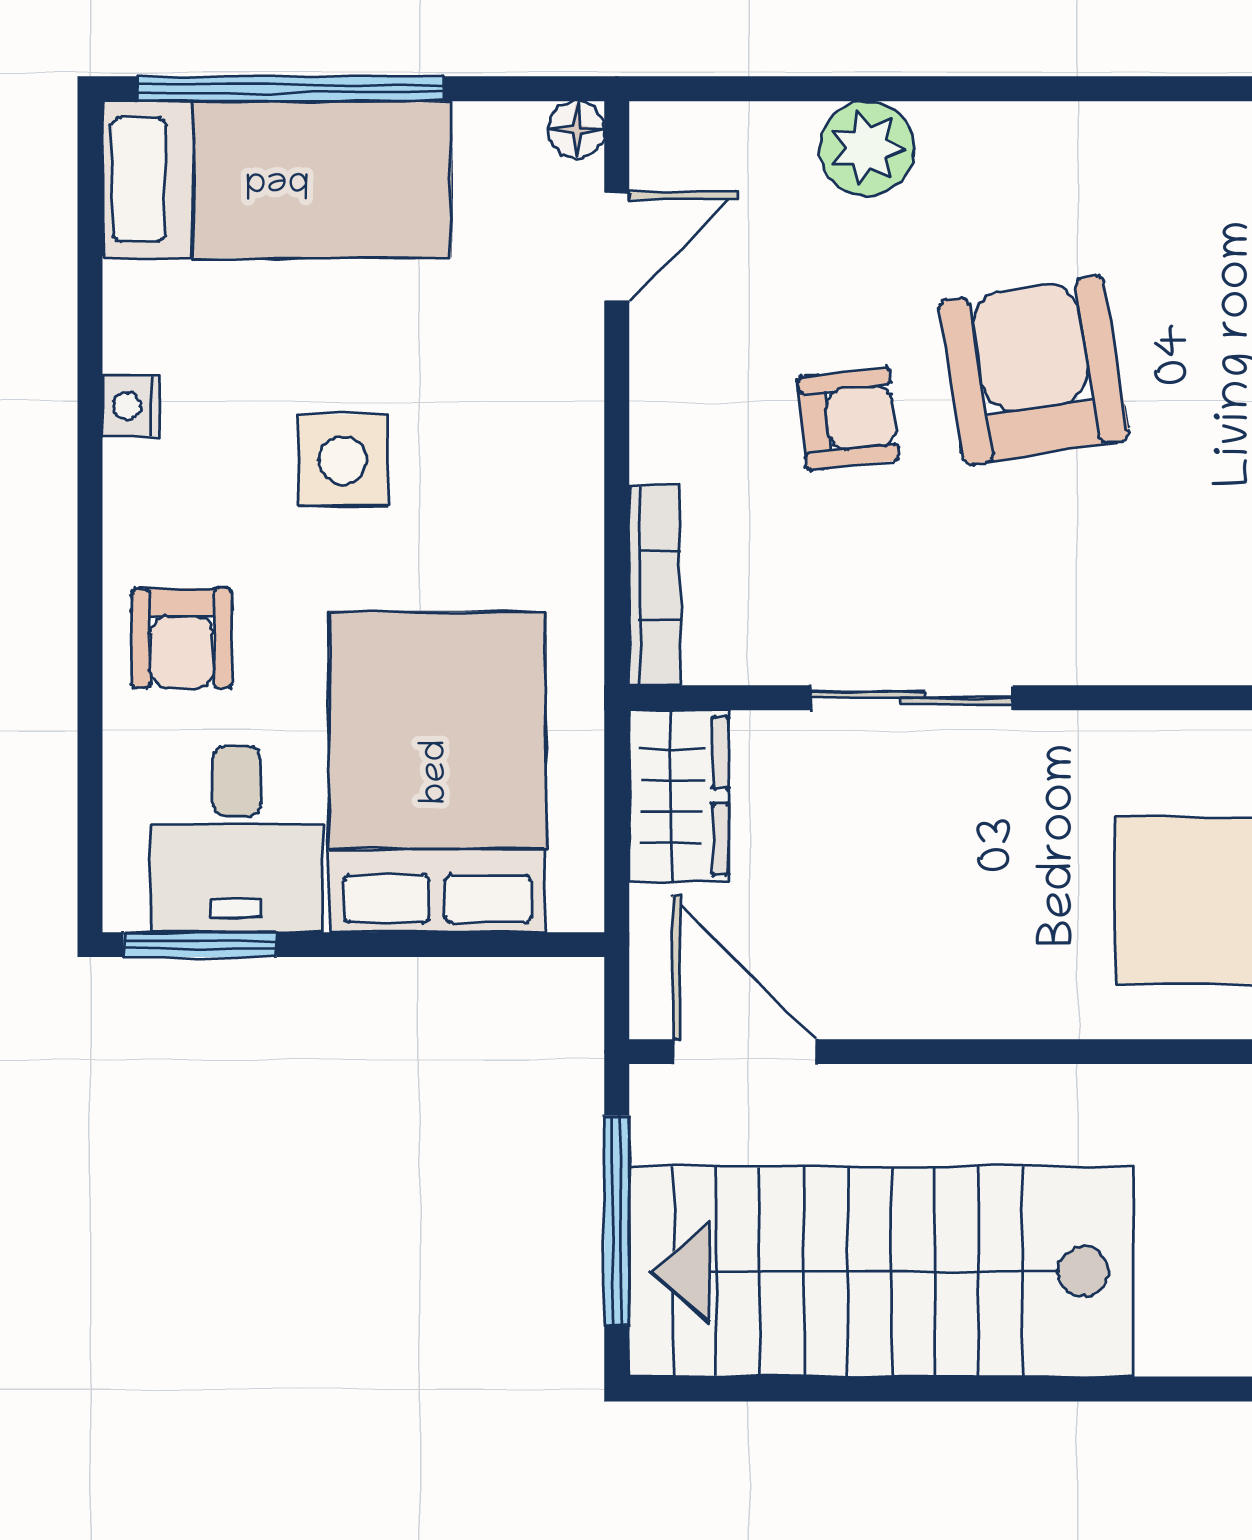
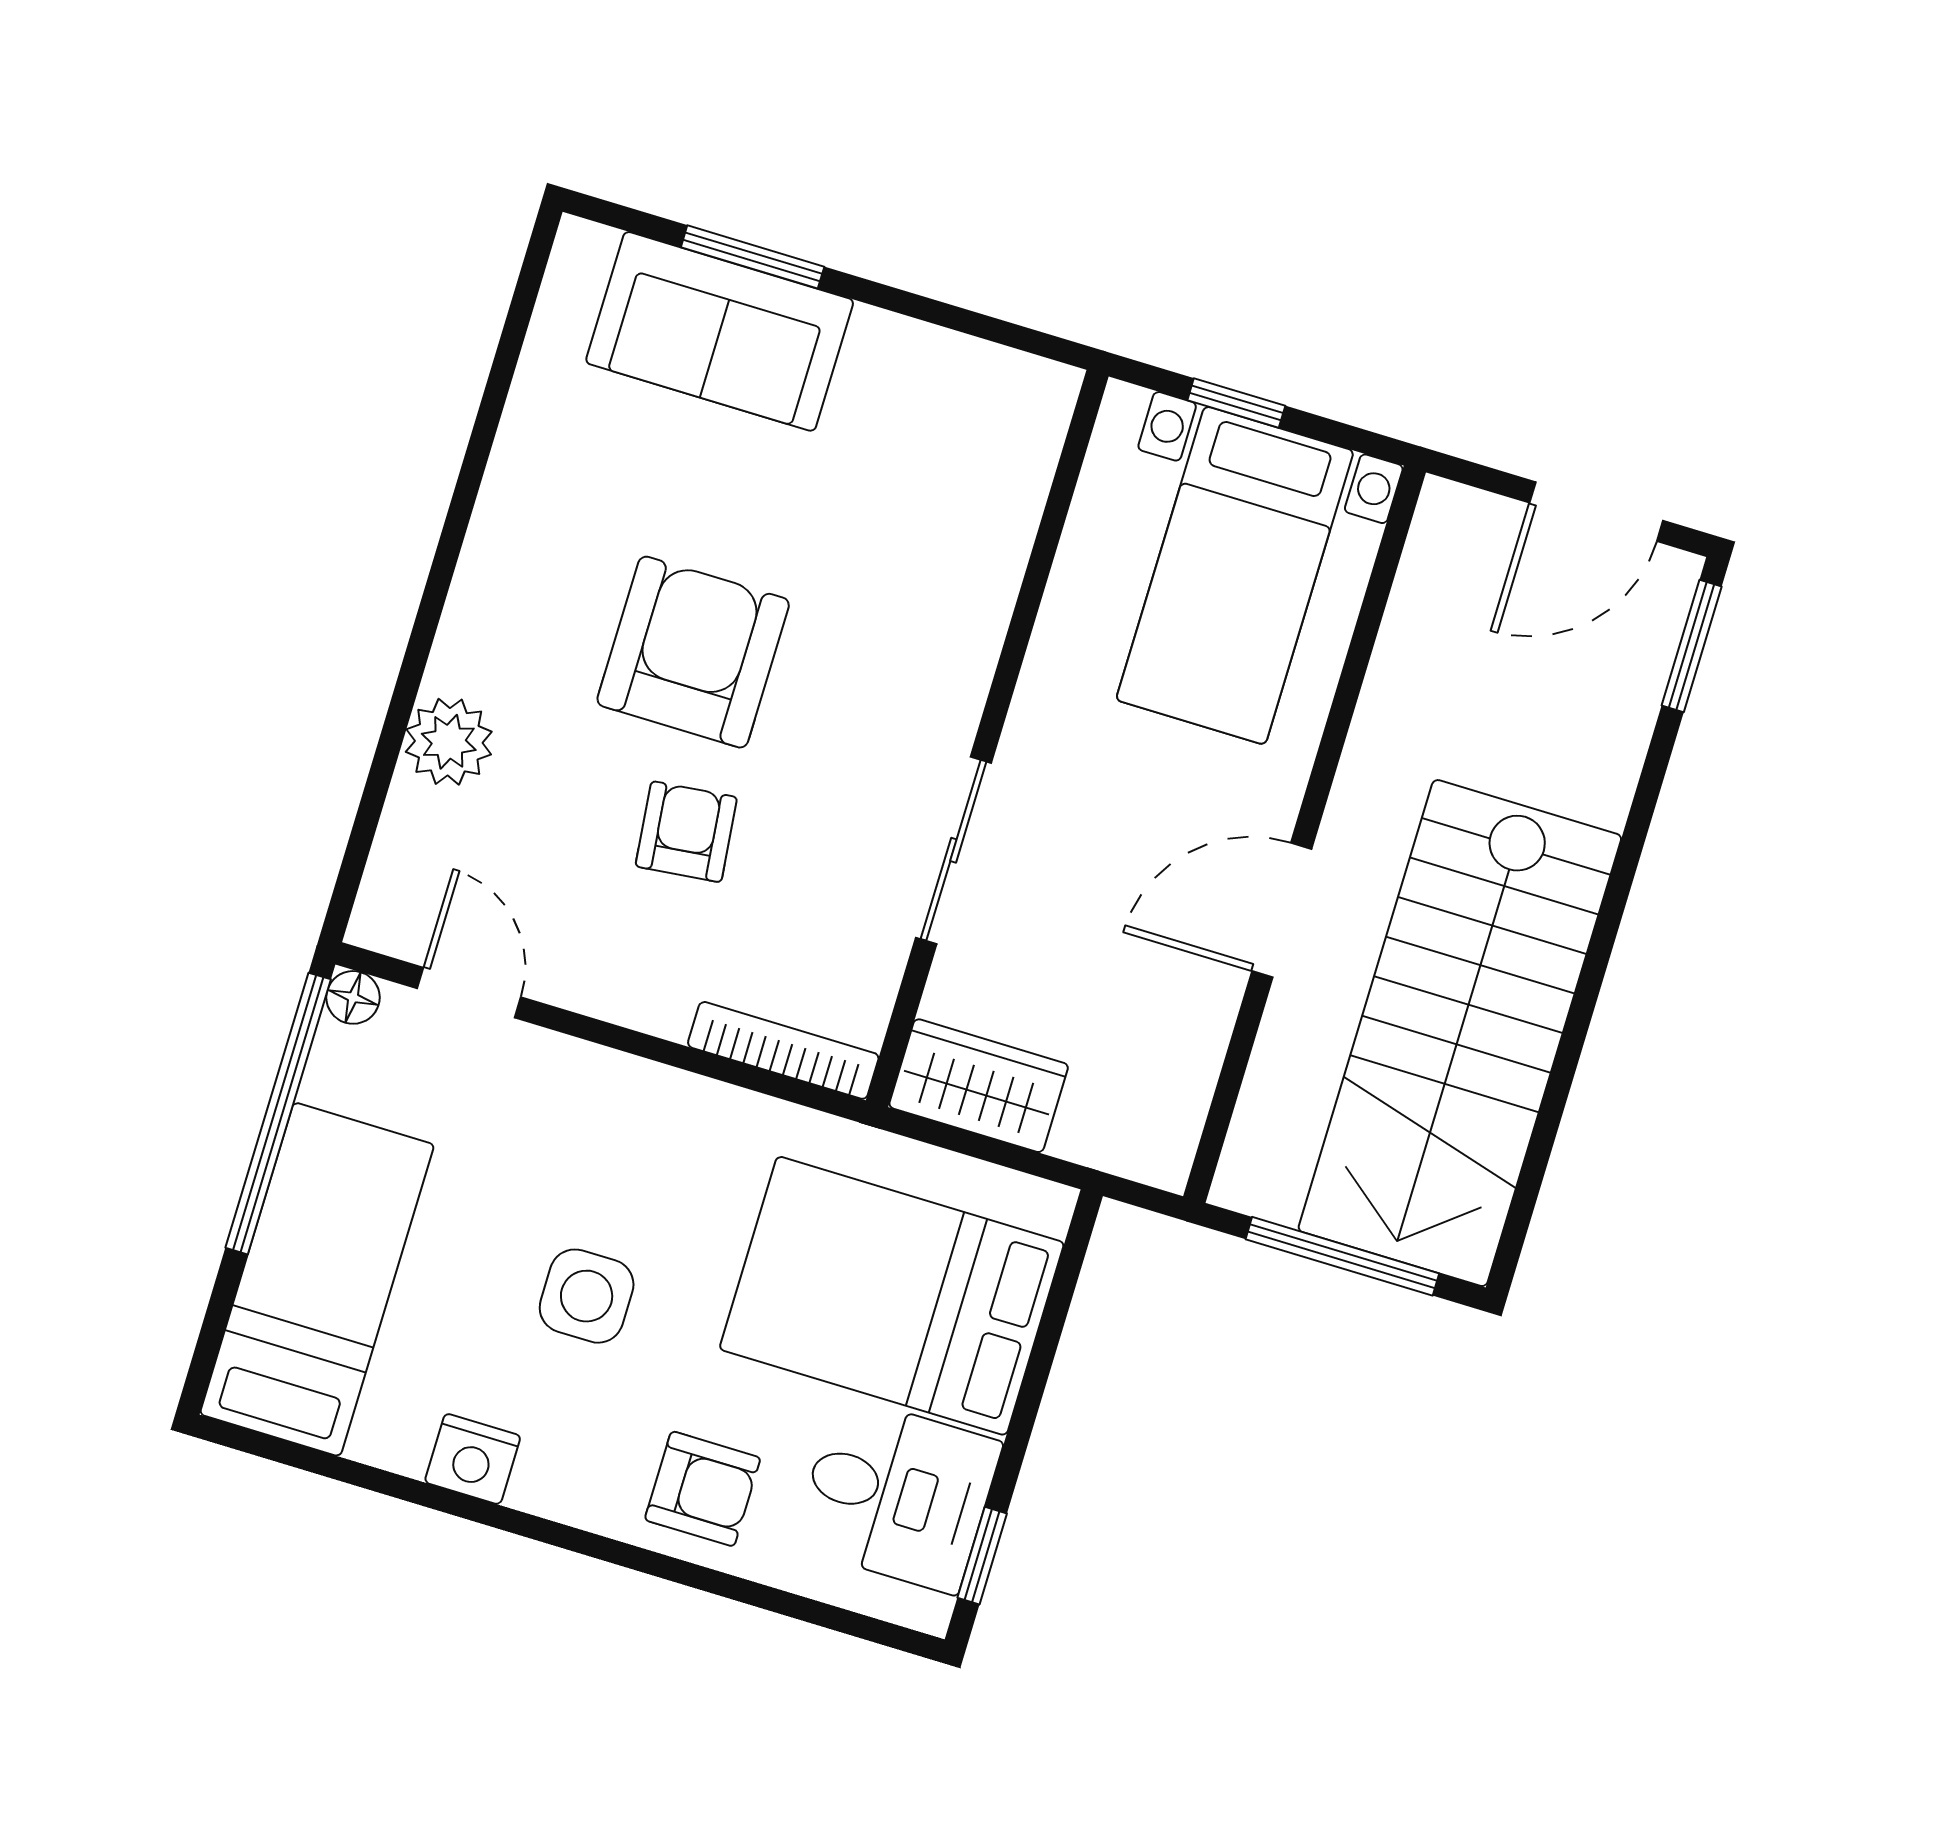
window: (291, 89) -> (278, 1114), moved
armchair: (1034, 370) -> (693, 652), turned 99
nightstand: (131, 406) -> (473, 1459), width x1.39, depth x1.35
window: (200, 945) -> (982, 1556), width x0.67
door: (744, 1052) -> (1282, 910), moved

